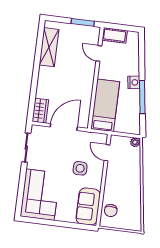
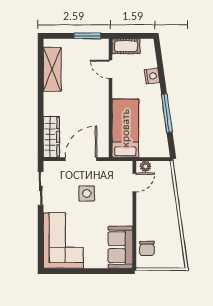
nightstand: (134, 82) -> (152, 76), moved
wardrobe: (40, 111) -> (51, 137), width x1.50
plant: (135, 142) -> (145, 166), moved
door: (107, 153) -> (134, 182), swing flipped
side table: (80, 168) -> (87, 193), moved

